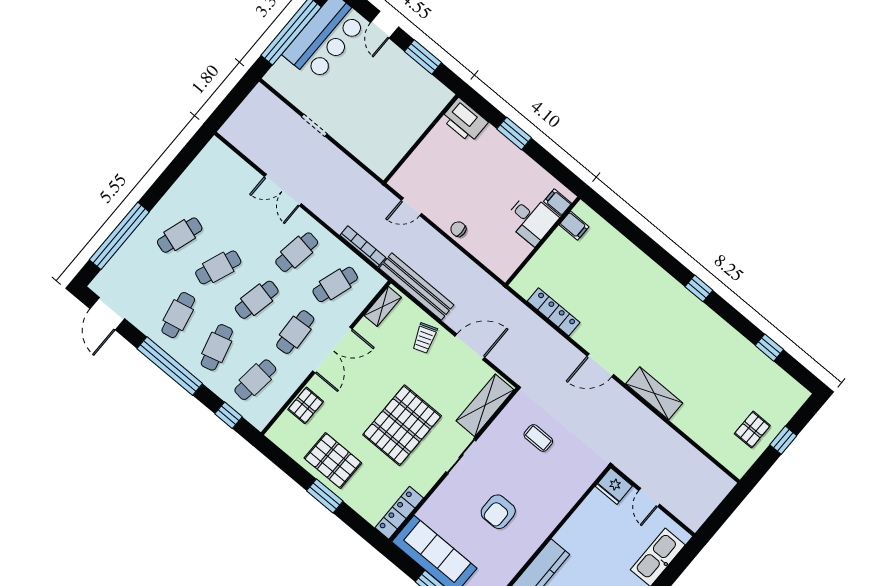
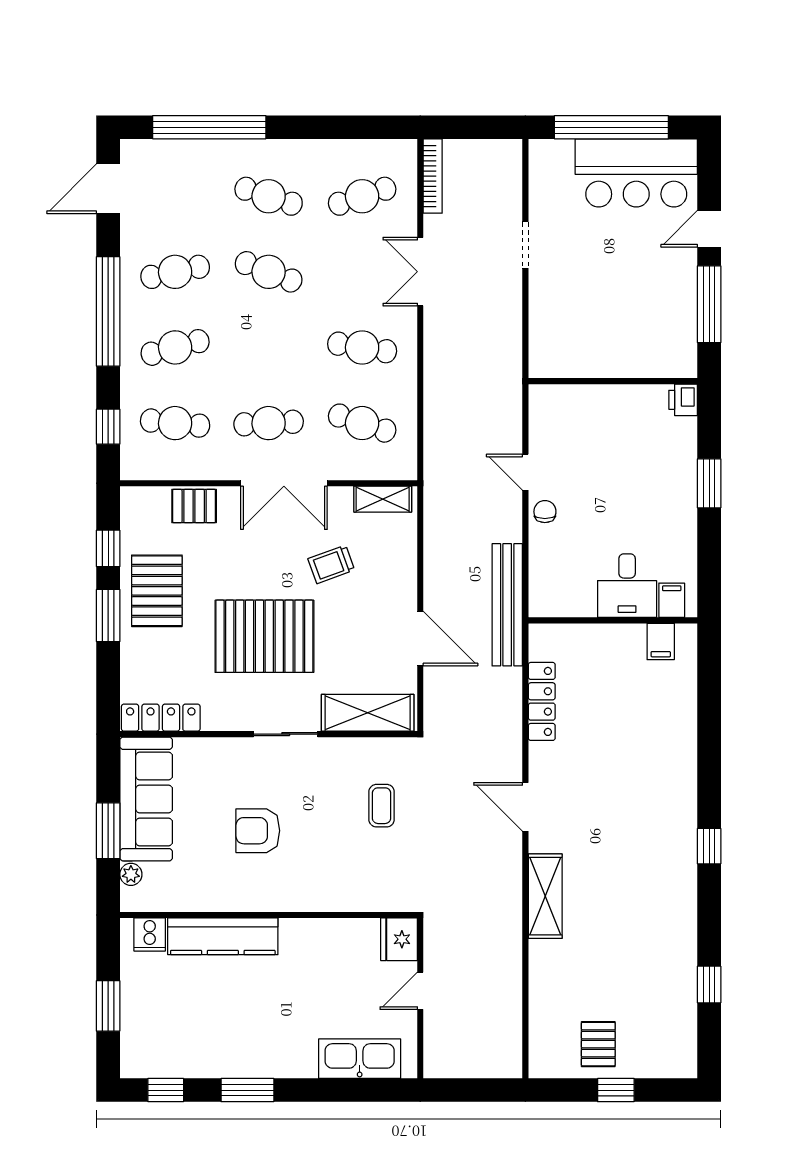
window: (423, 57) -> (709, 304), width x1.44
printer: (465, 120) -> (683, 400), width x0.53, depth x0.68
door: (411, 207) -> (525, 472), moved
bookcase: (363, 246) -> (433, 176), moved
bench: (416, 286) -> (507, 605), moved
cafe table: (257, 300) -> (362, 196), moved, turned -30
trolley: (425, 338) -> (331, 564), moved
pallet: (752, 430) -> (598, 1044), turned 90
window: (291, 467) -> (108, 548), added

